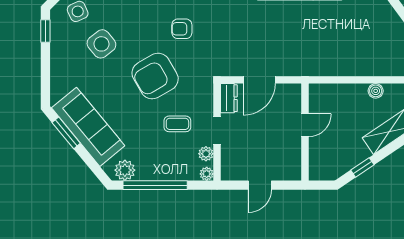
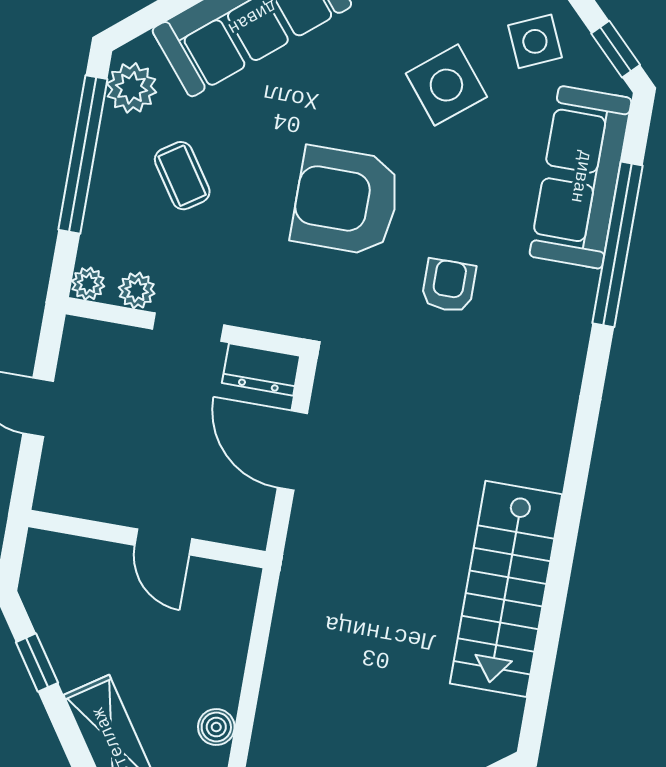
armchair: (155, 76) -> (346, 201), turned -60
coffee table: (177, 124) -> (182, 176), moved, turned -34

